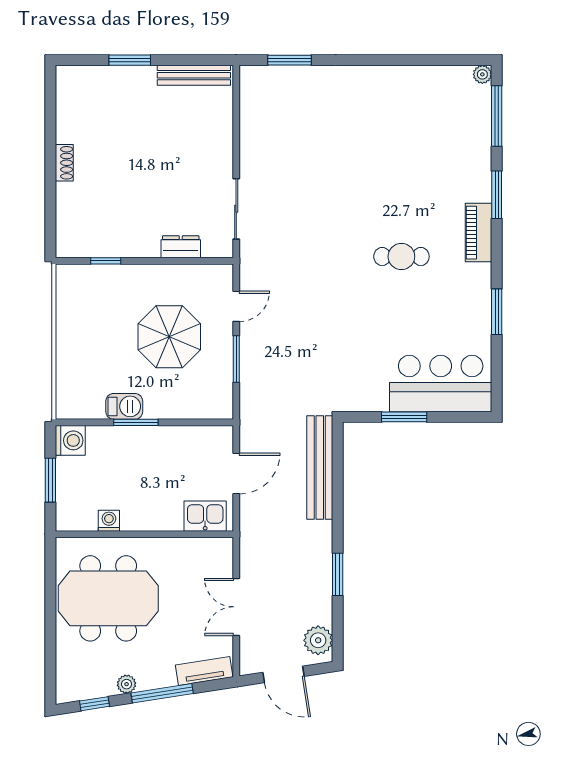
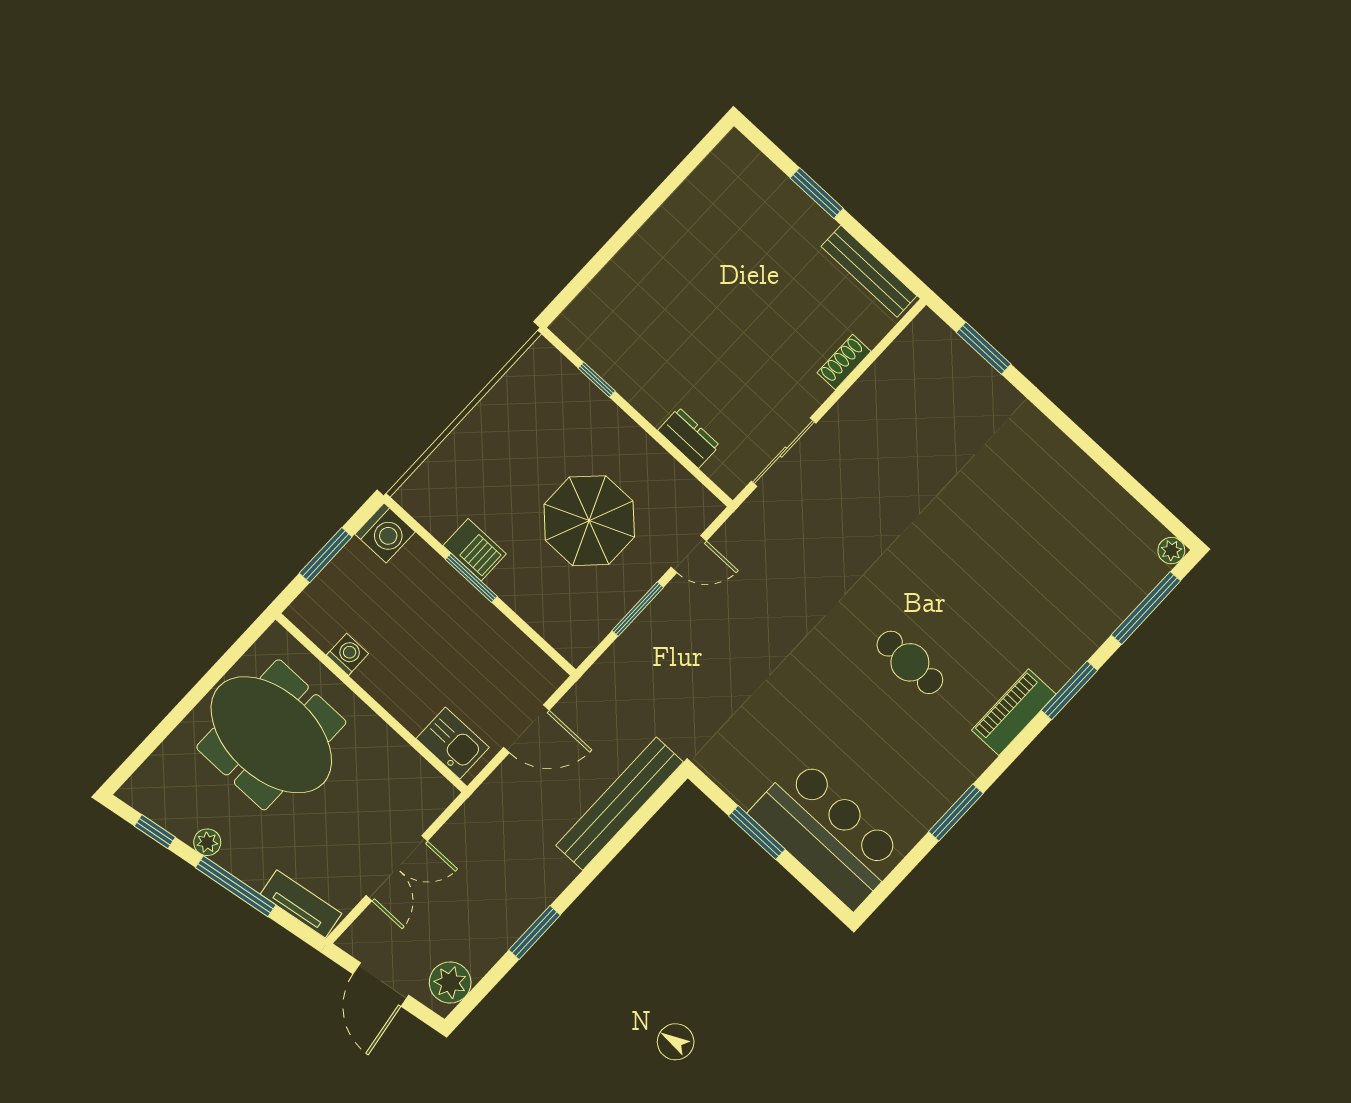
shoe rack: (64, 163) -> (844, 362), moved, turned 180
double door: (236, 607) -> (397, 868), swing flipped

